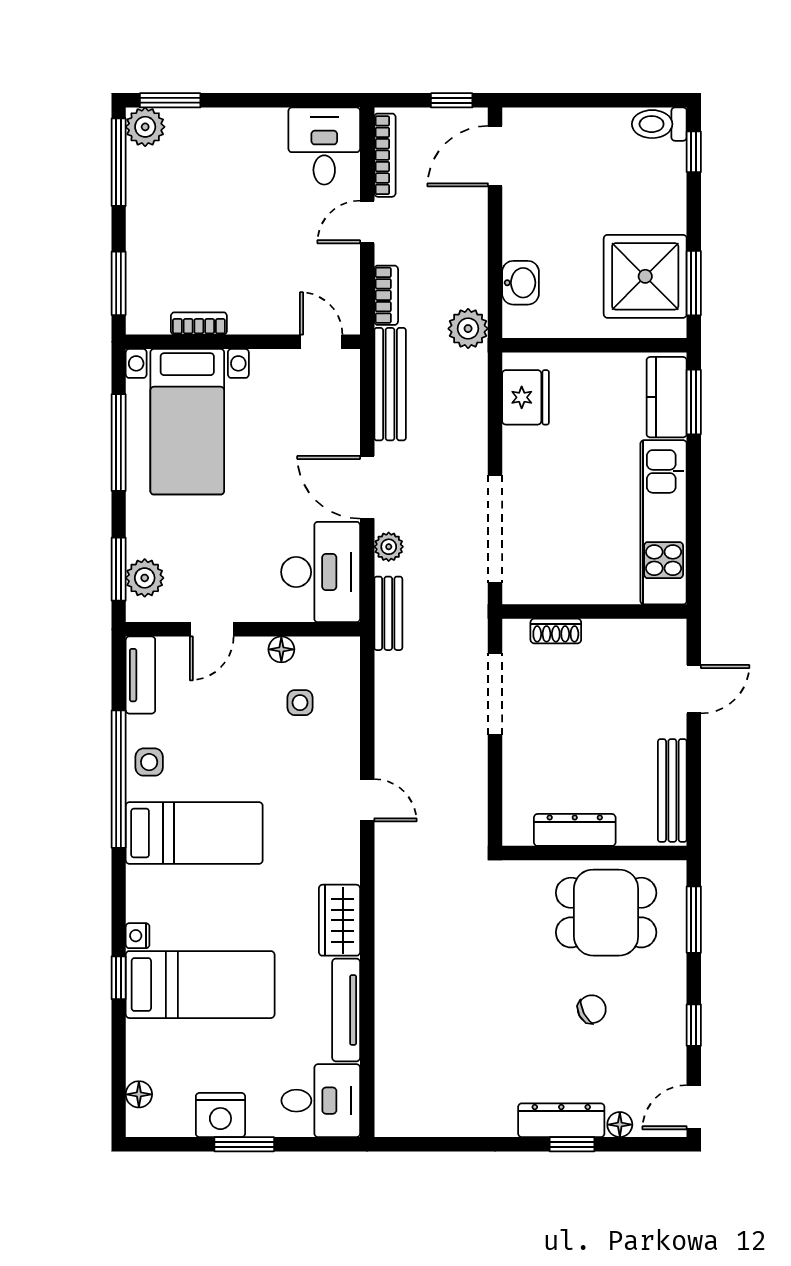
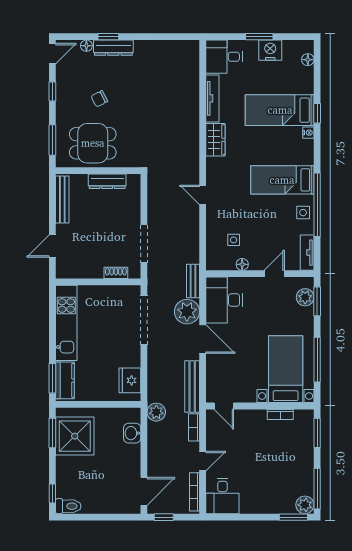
plant: (389, 547) -> (187, 312), width x1.88, depth x1.88

